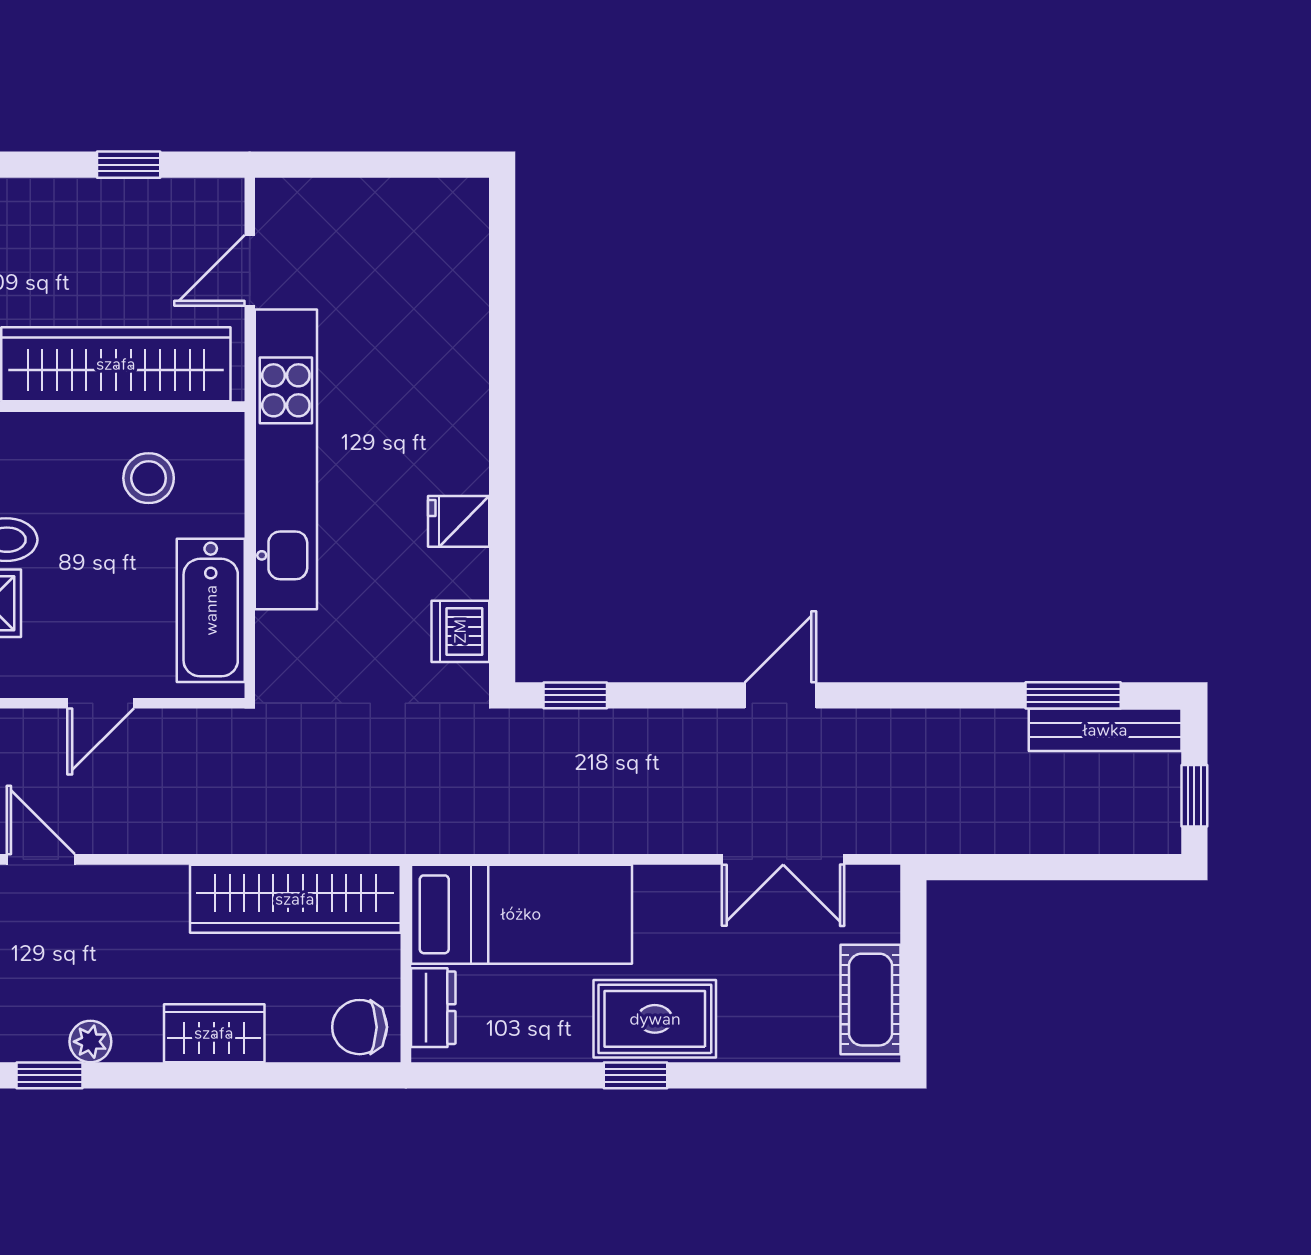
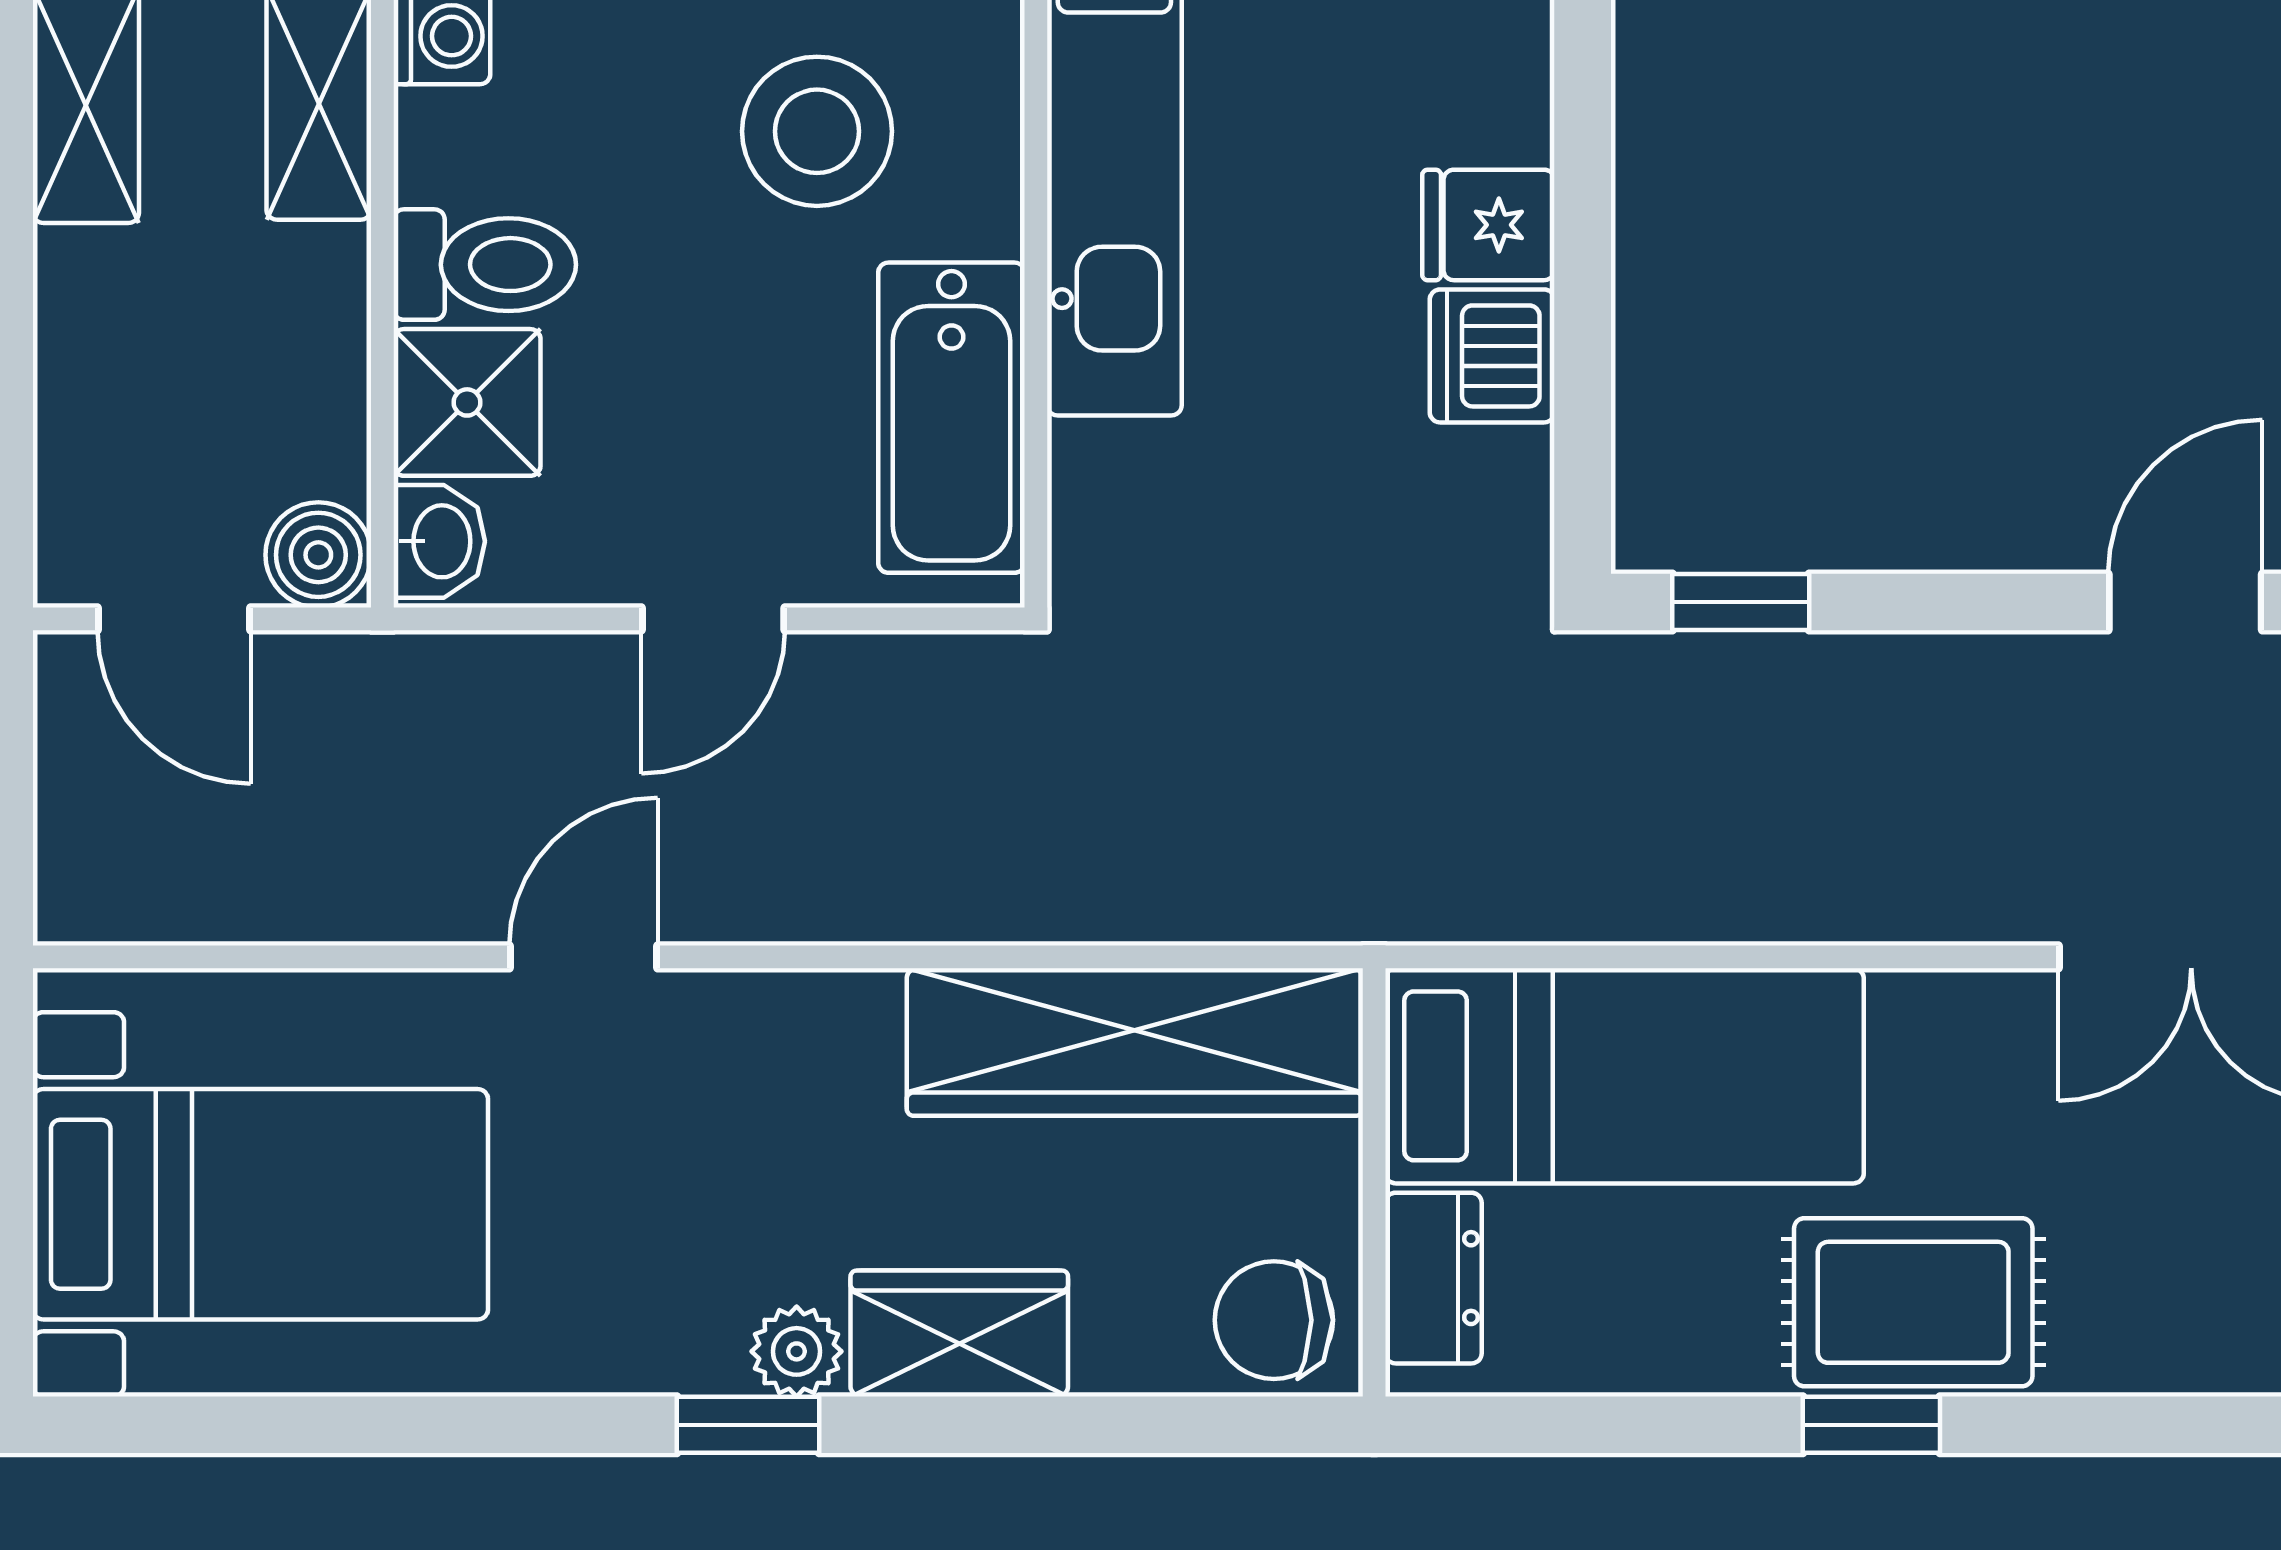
stool: (149, 478) -> (817, 131), width x1.38, depth x1.38
dishwasher: (460, 631) -> (1492, 356), moved
door: (41, 859) -> (583, 957), hinge flipped
plant: (90, 1042) -> (797, 1351), moved
window: (49, 1075) -> (748, 1425), moved

